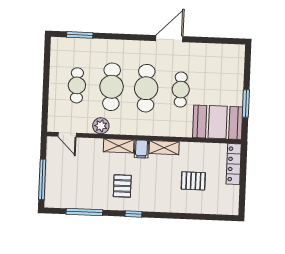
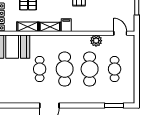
shelving: (119, 146) -> (28, 27), moved

